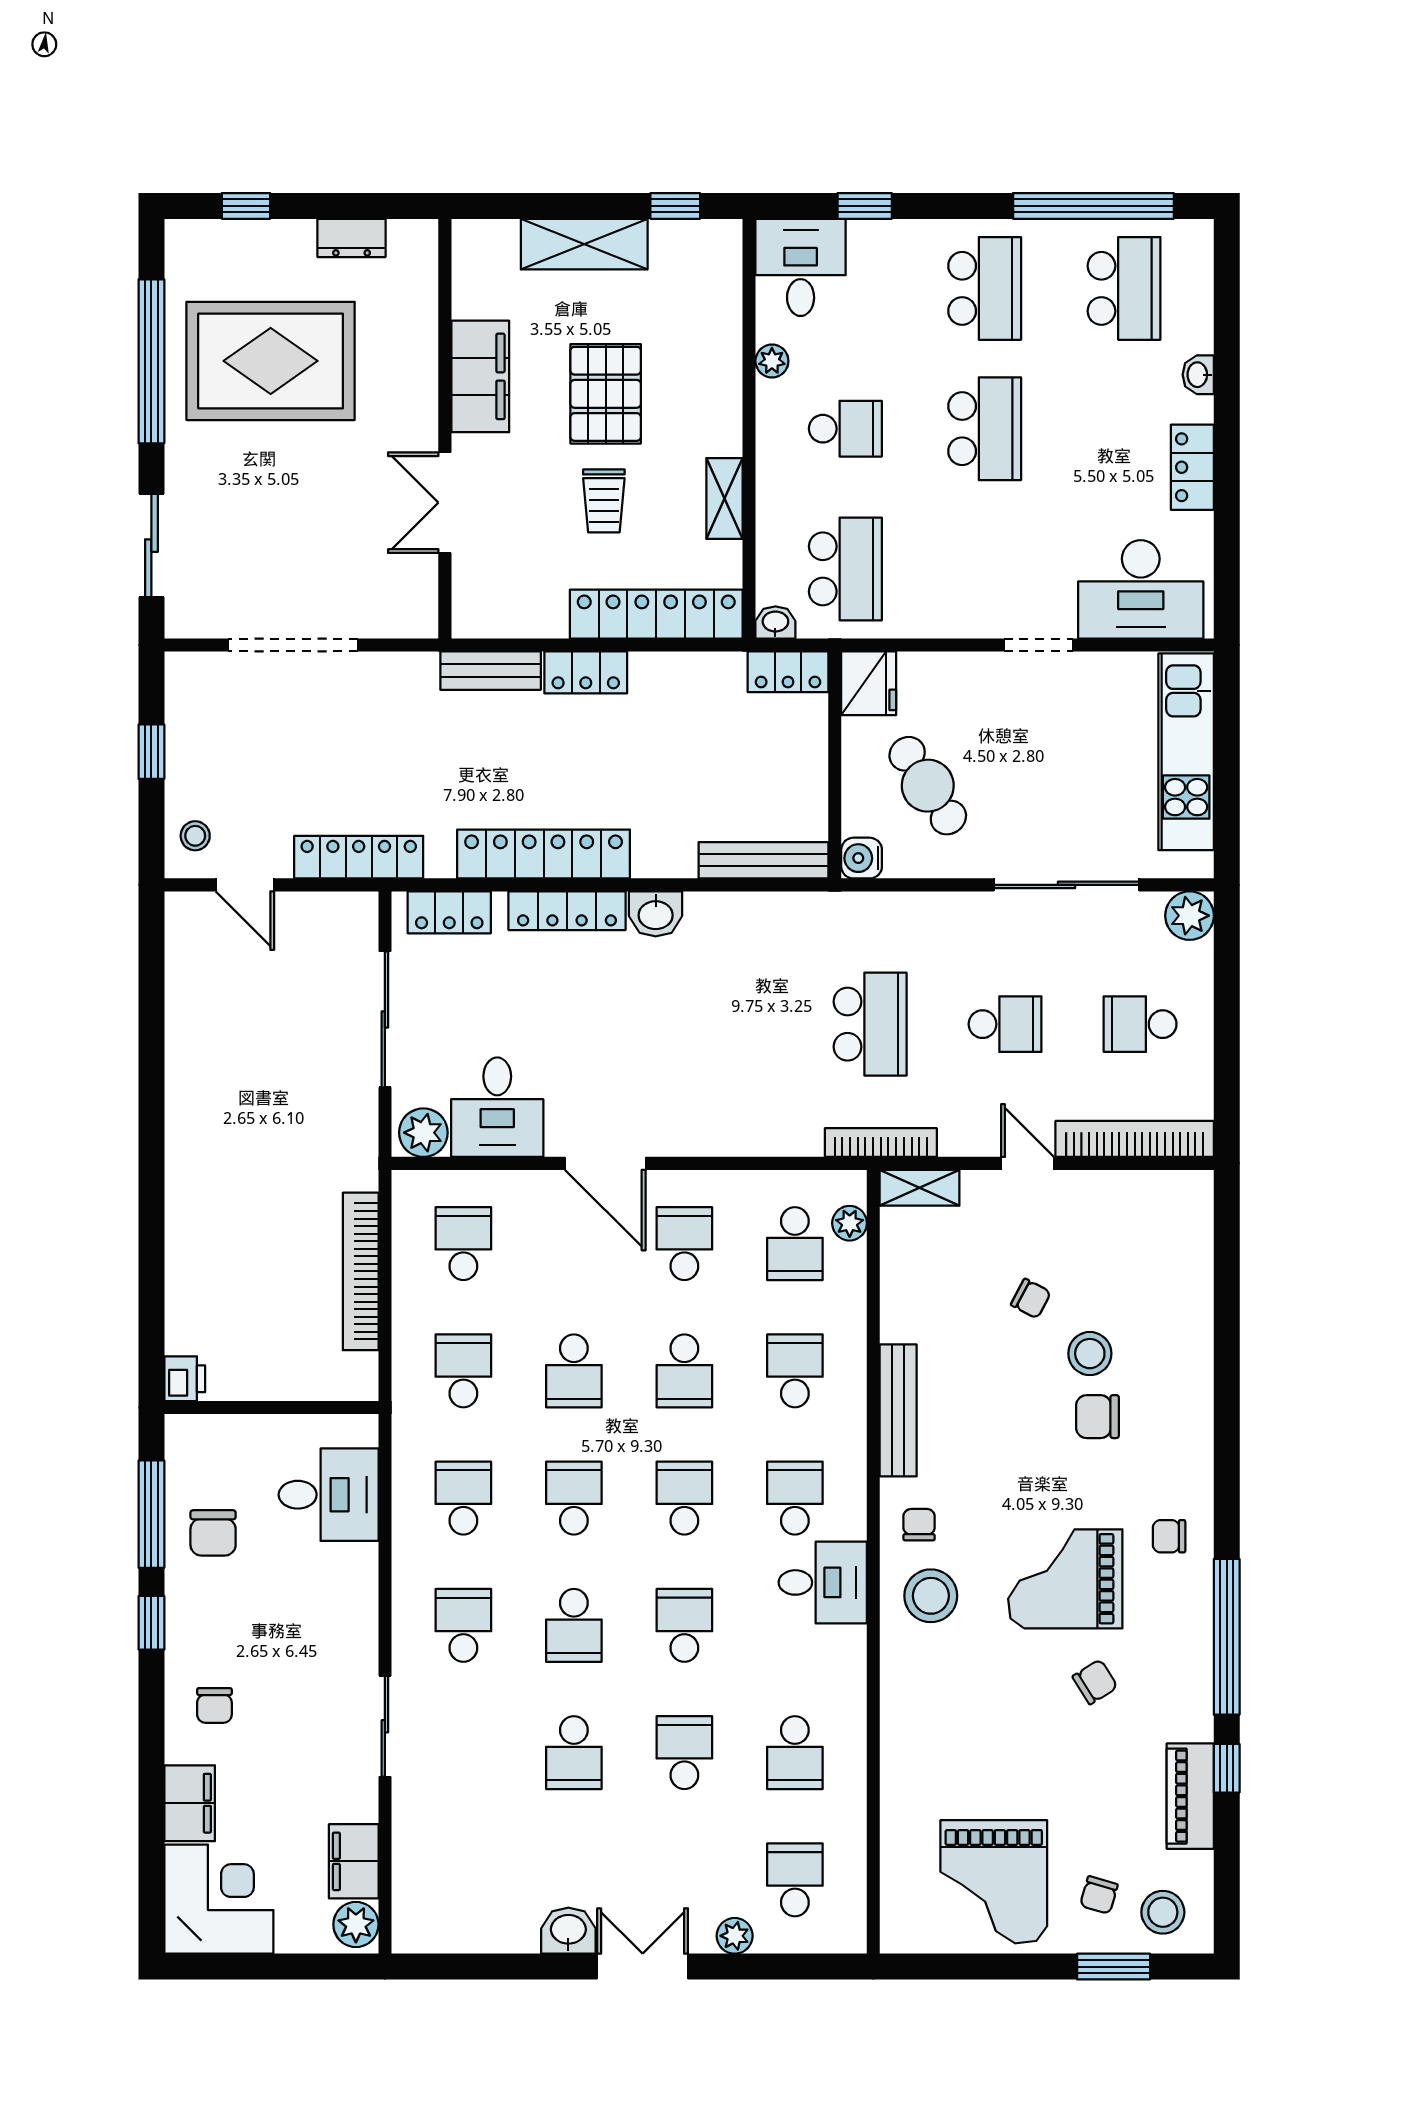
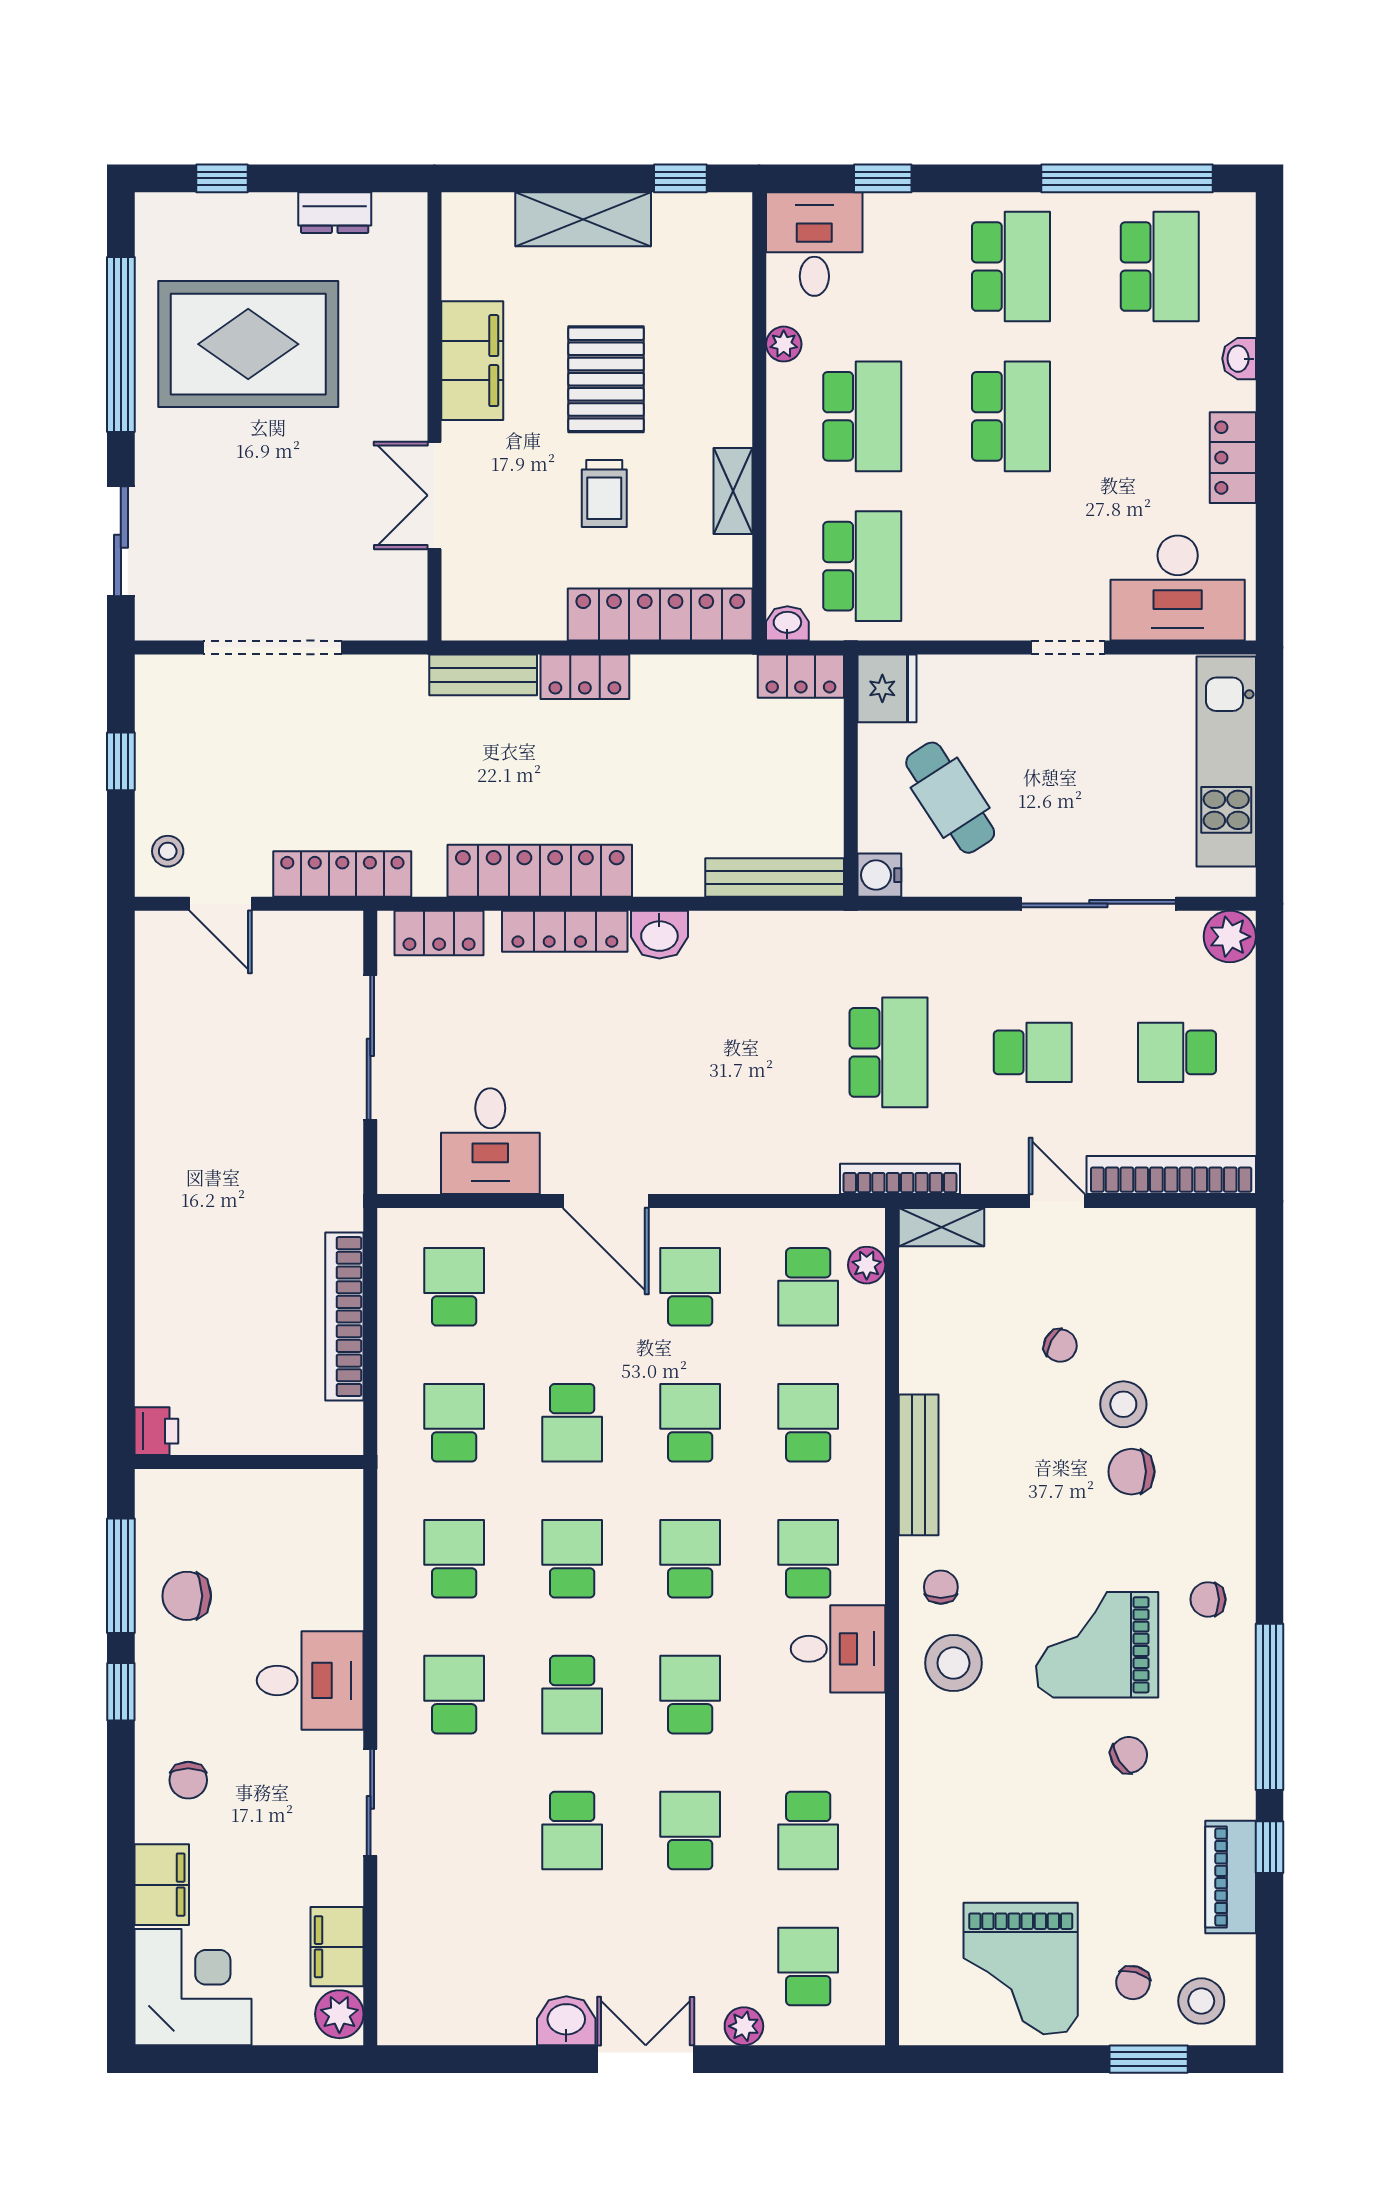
school desk: (845, 429) -> (862, 416), width x1.85
plant: (423, 1133) -> (411, 1168), removed
school desk: (684, 1371) -> (690, 1423), turned 180
desk: (329, 1495) -> (310, 1680), moved
chair: (213, 1533) -> (187, 1596), turned 90

